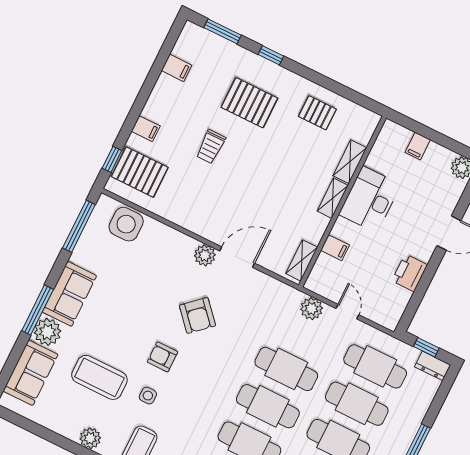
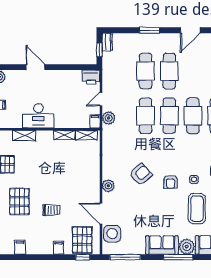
shelving: (333, 198) -> (64, 135), moved
filing cabinet: (335, 248) -> (95, 121), moved
door: (237, 257) -> (101, 214), moved
printer: (410, 273) -> (91, 77), moved
cafe table: (375, 366) -> (122, 71), removed

